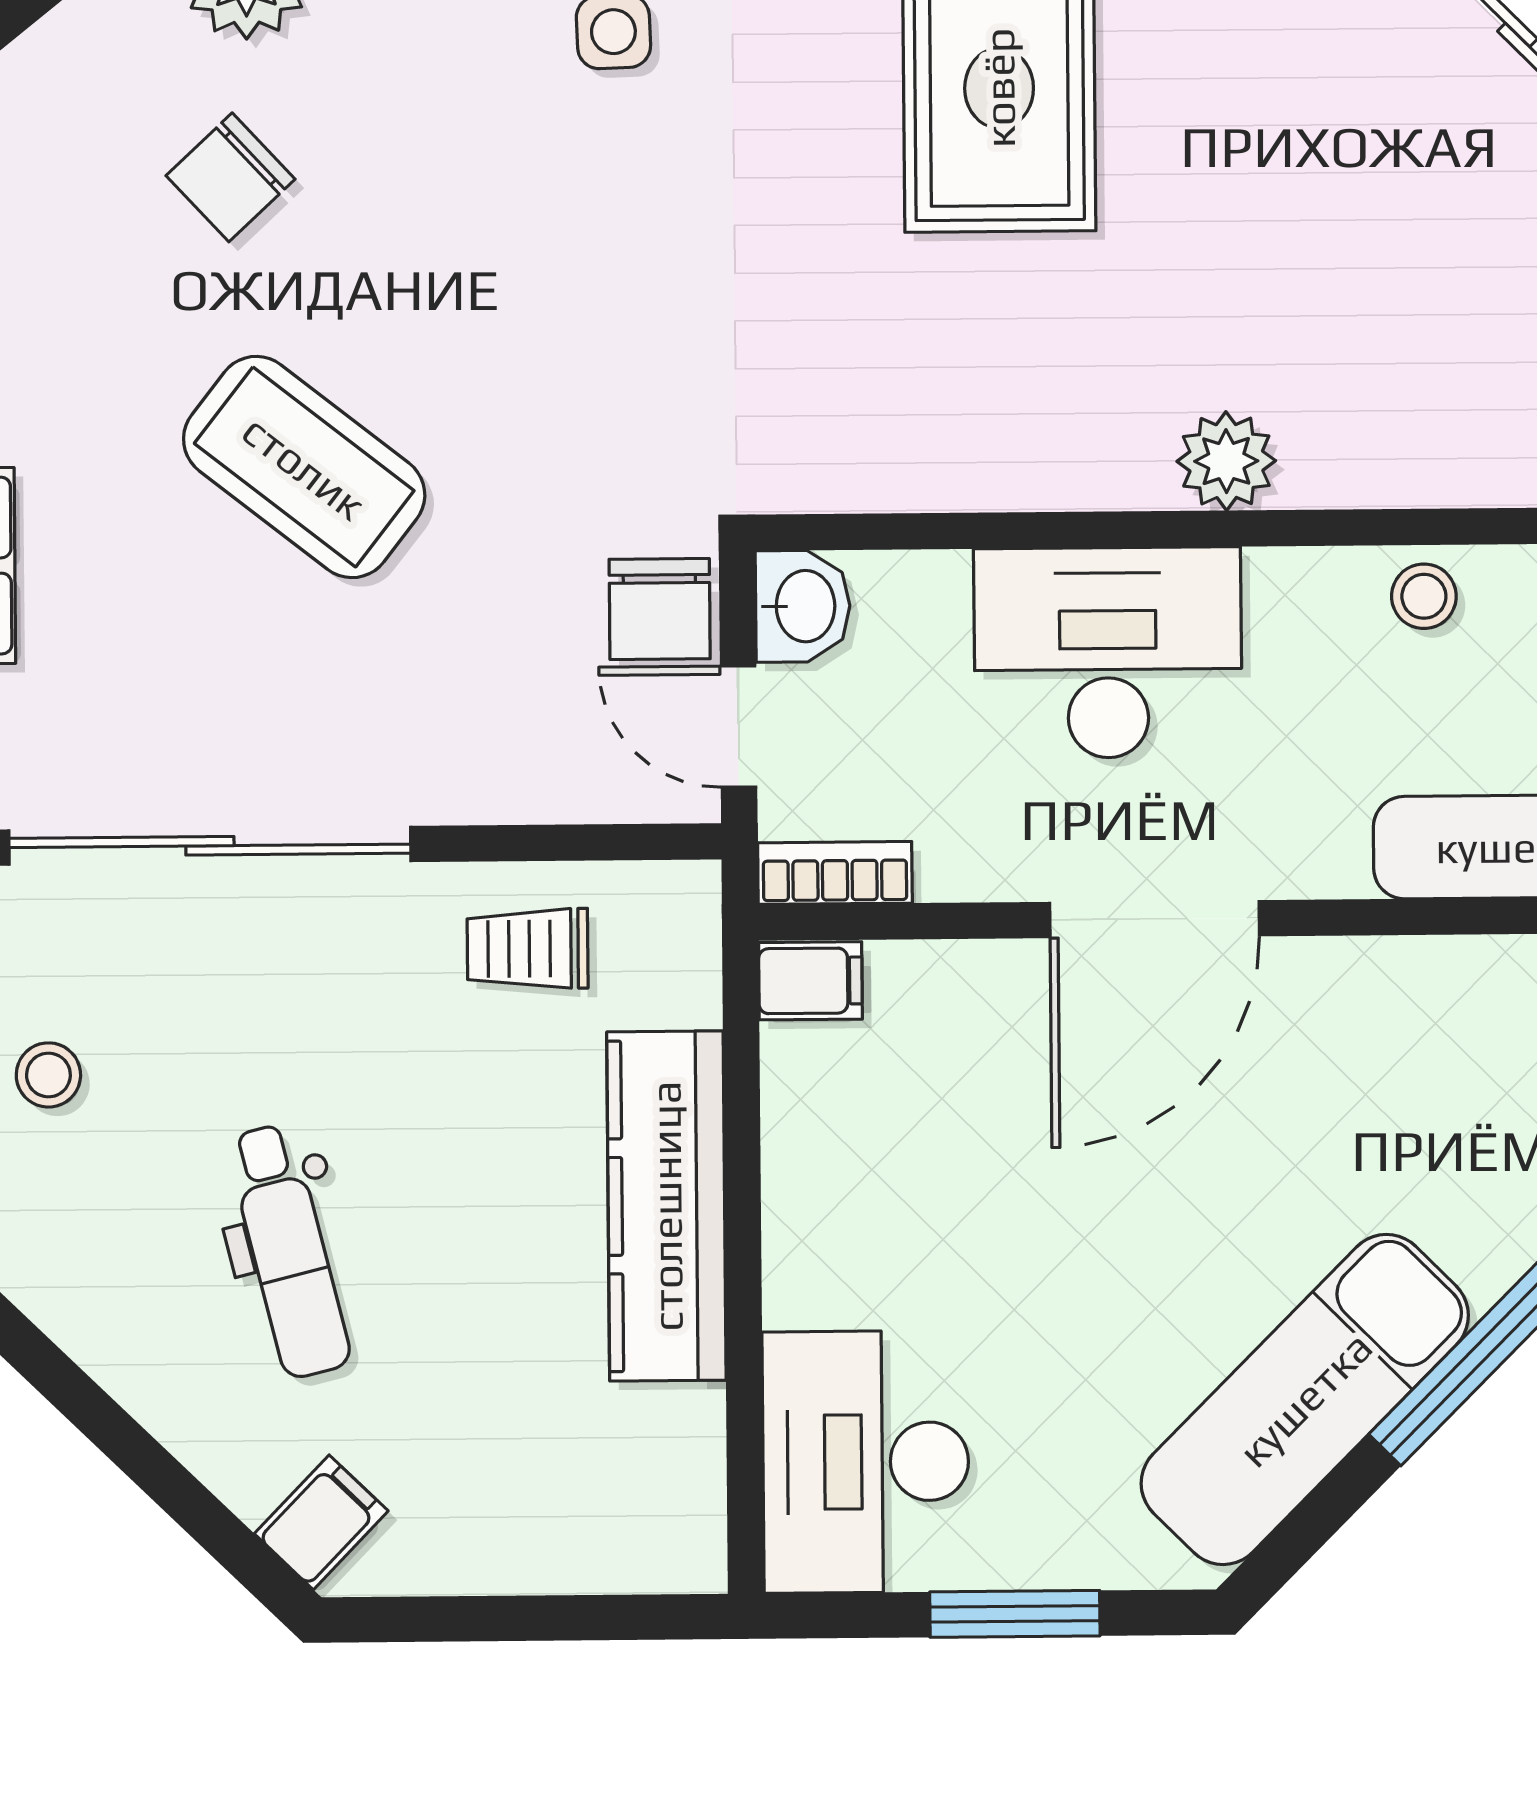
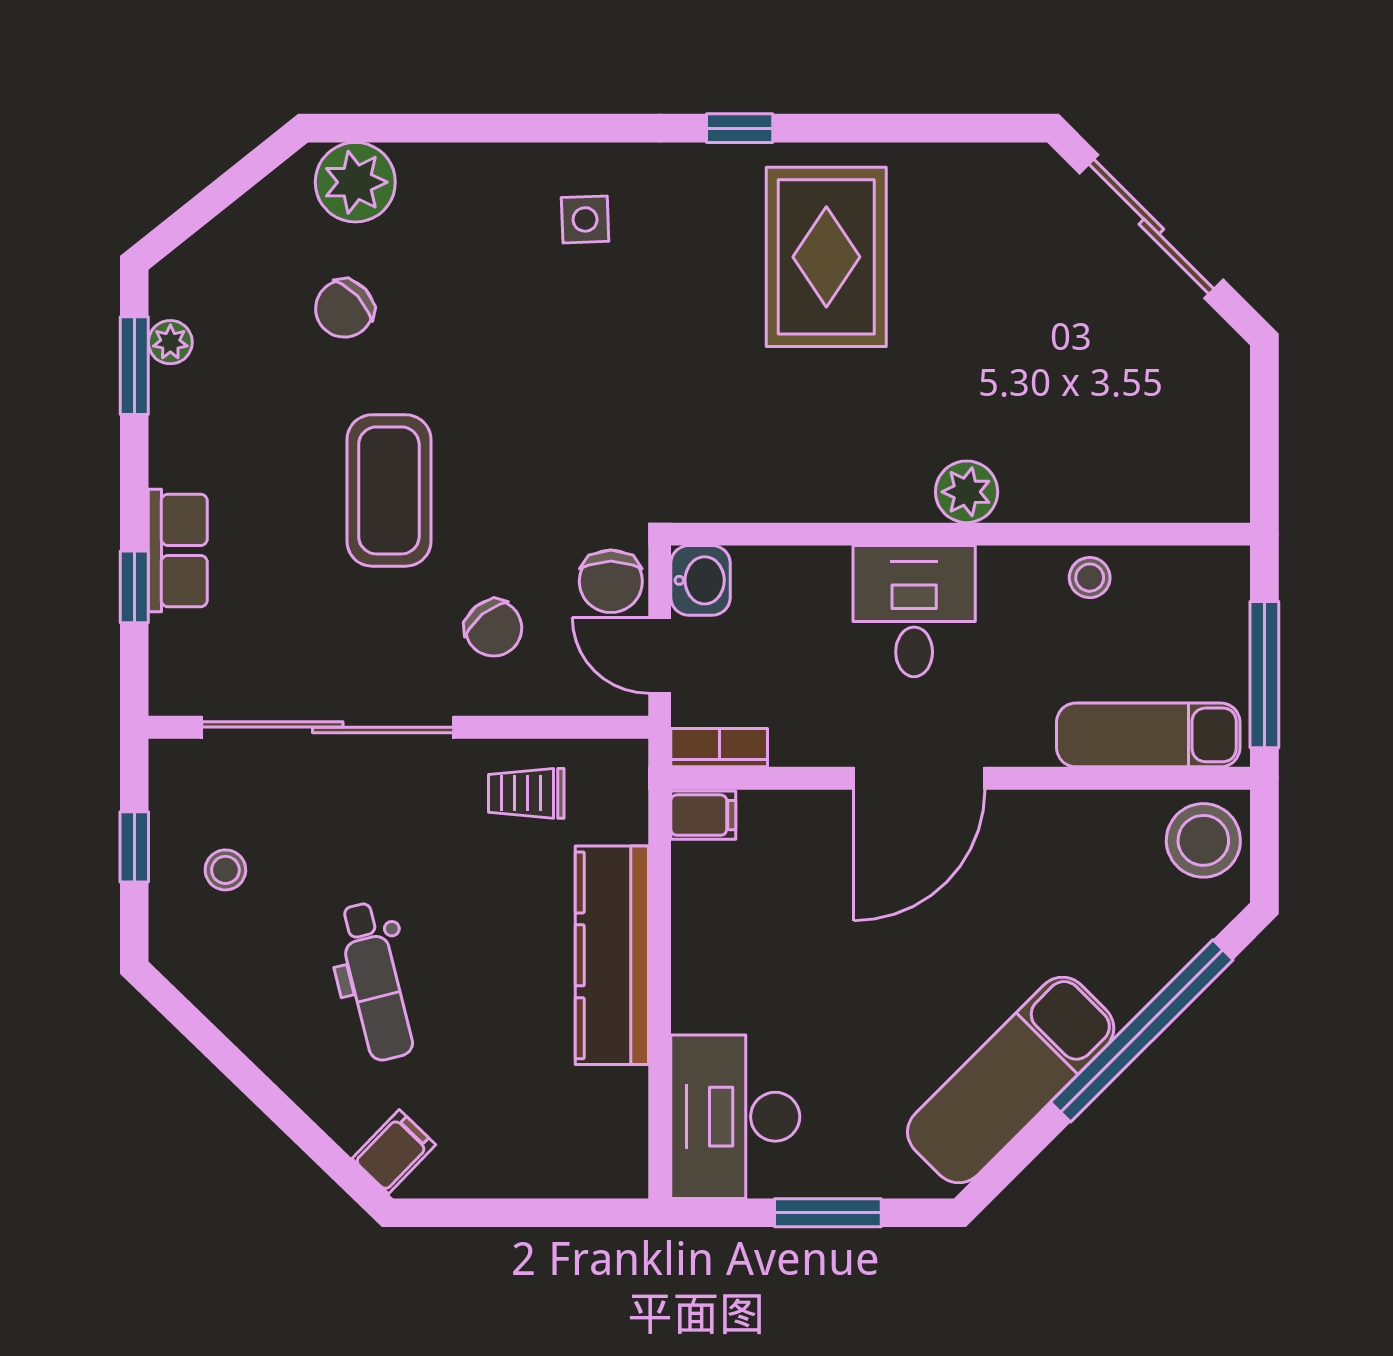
coffee table: (304, 467) -> (389, 490), turned 52
desk: (1108, 653) -> (914, 611), width x0.73
chair: (473, 685) -> (494, 628), added

